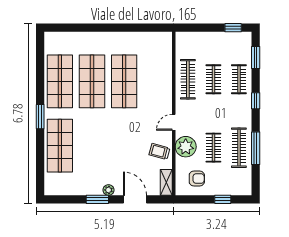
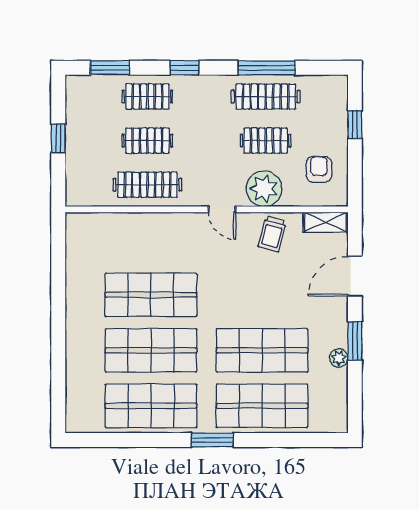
window: (233, 28) -> (58, 139), moved
shop shelf: (92, 146) -> (262, 350), added
plant: (108, 190) -> (339, 358), moved

